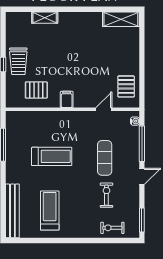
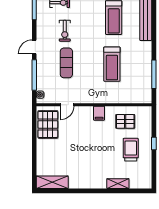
trolley: (18, 61) -> (131, 150), moved
pallet: (126, 86) -> (48, 124), width x1.50, depth x1.42
treadmill: (52, 156) -> (112, 64), turned -90

